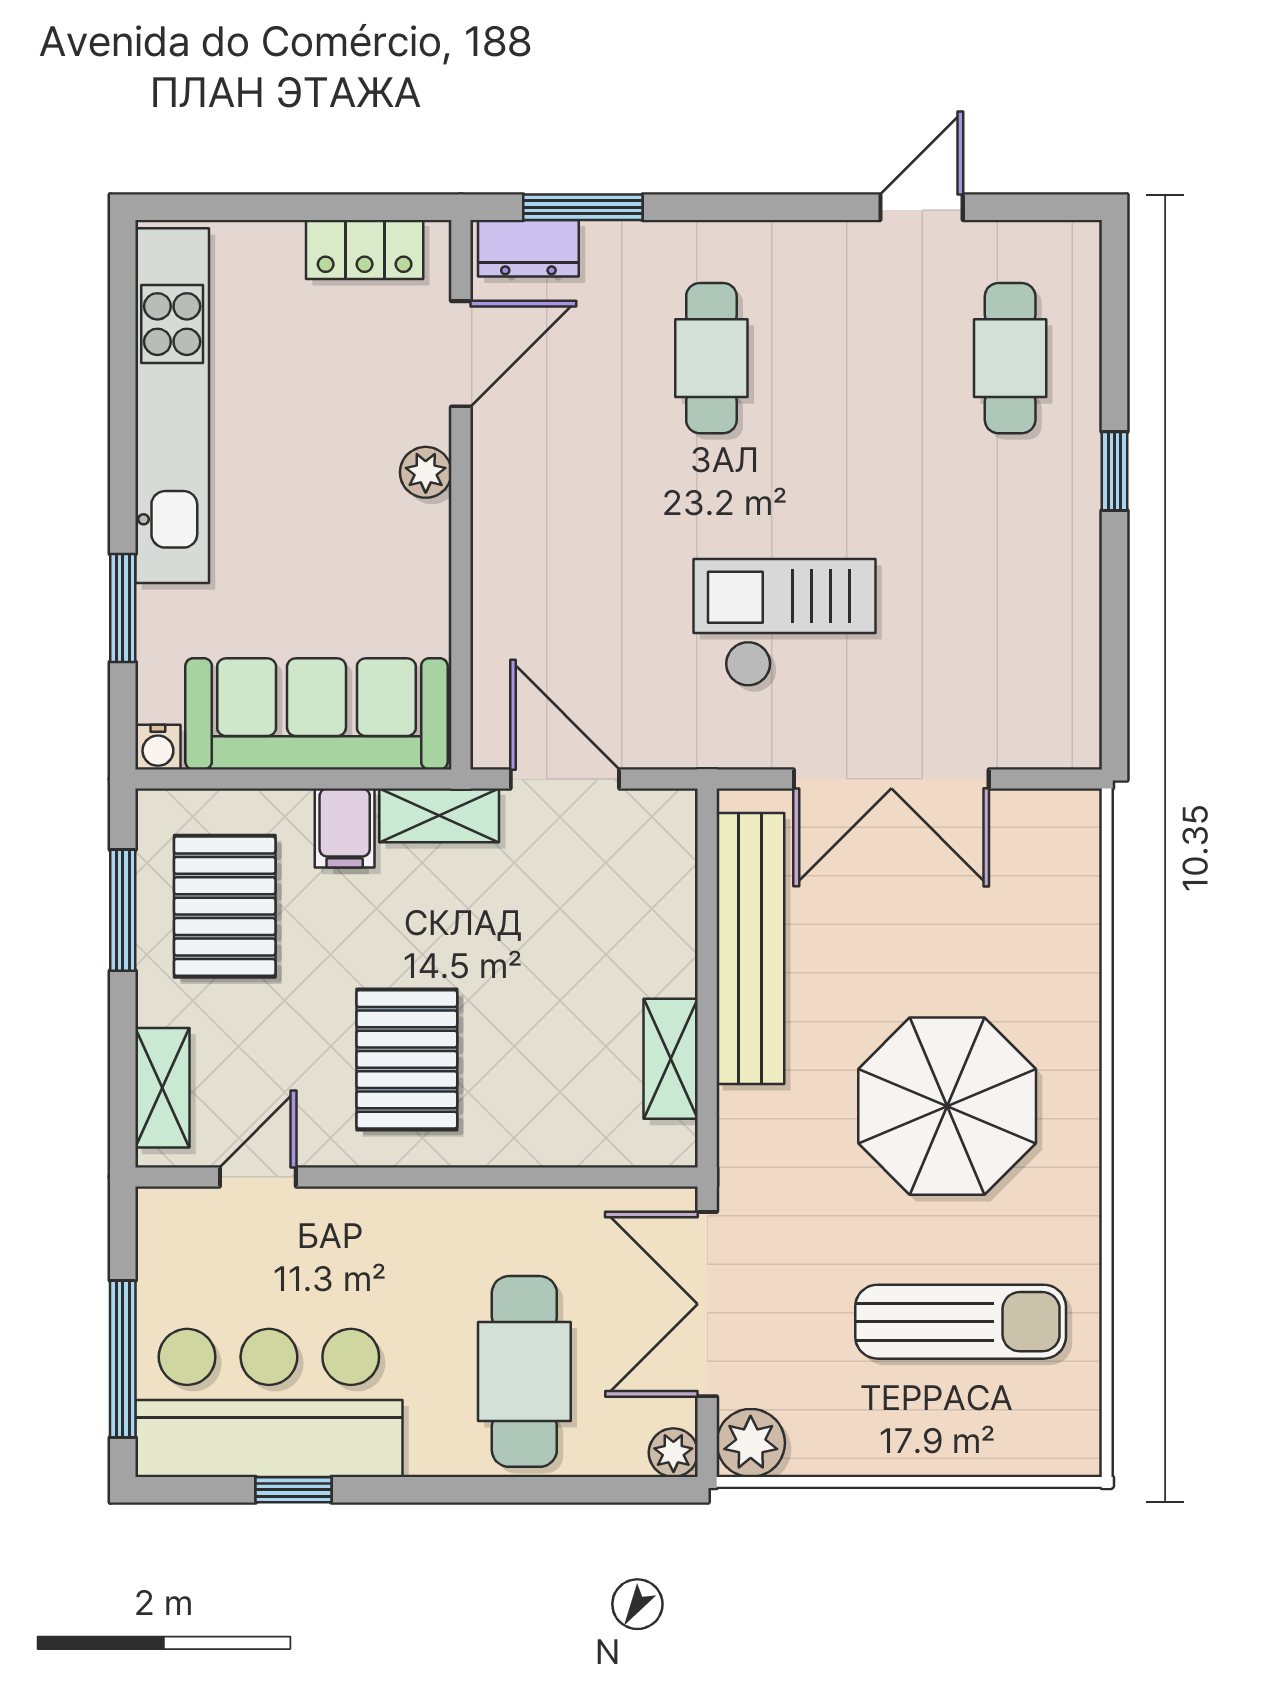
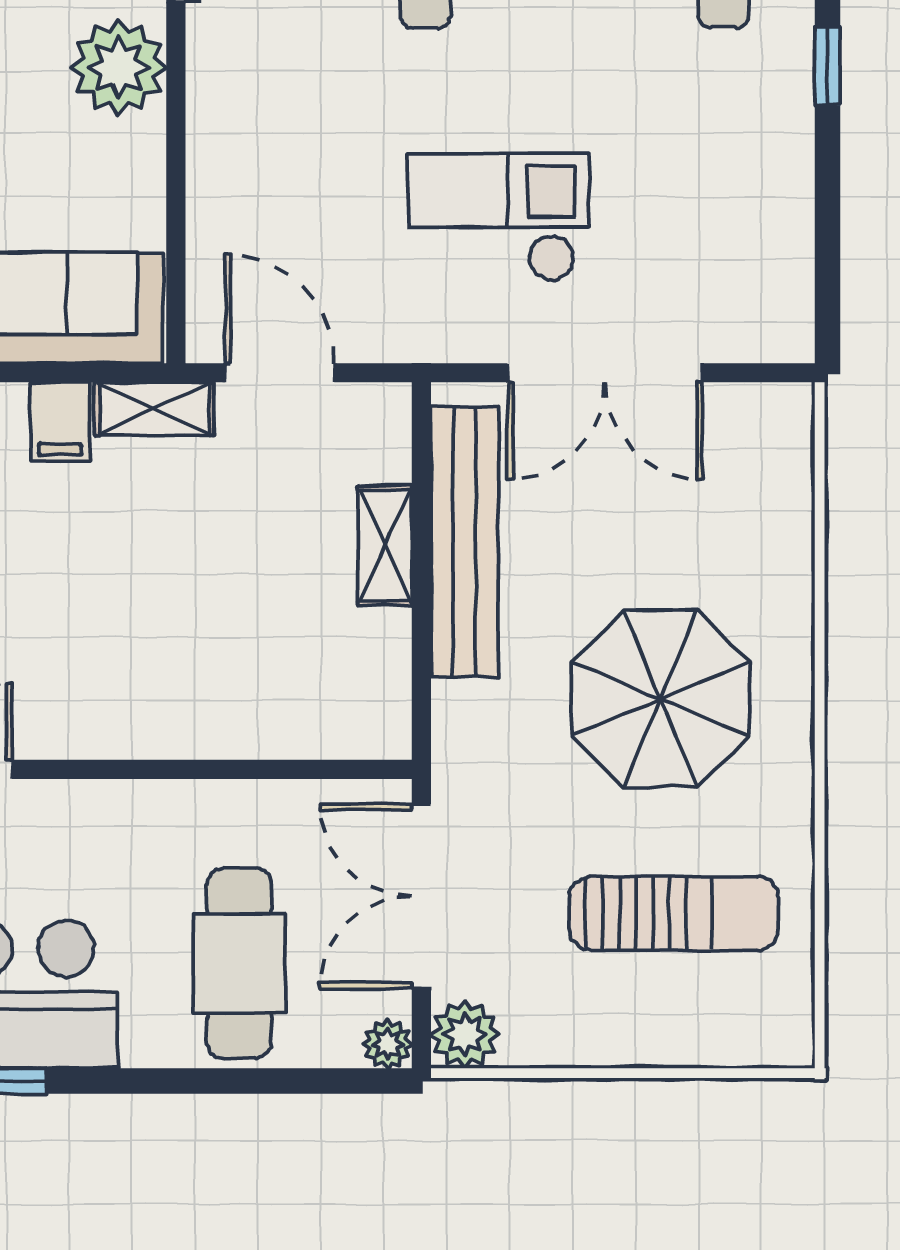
plant: (426, 472) -> (119, 67), width x1.88, depth x1.88
pallet: (407, 1059) -> (122, 652), removed
shelving: (671, 1059) -> (385, 545), moved

